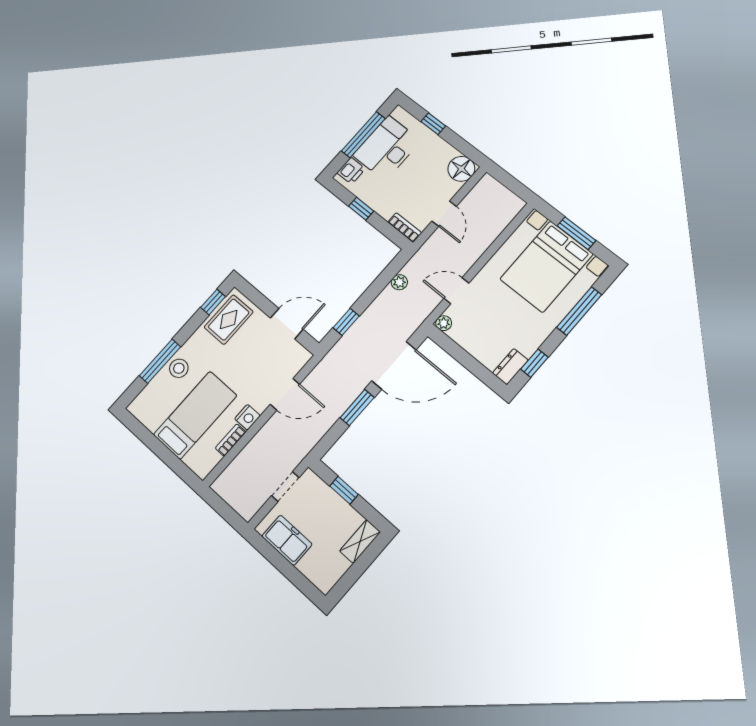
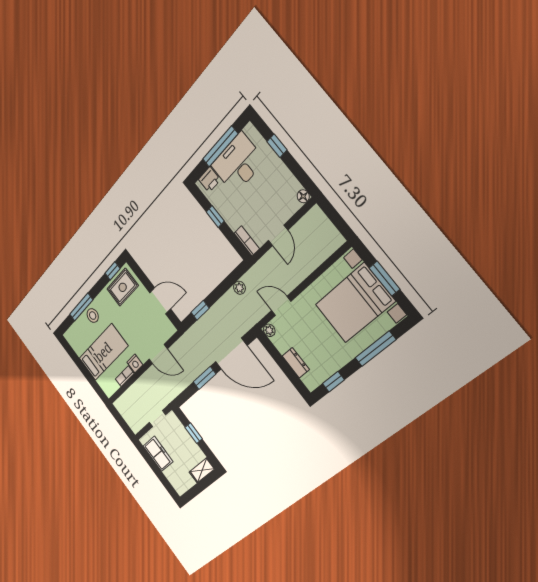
floor lamp: (461, 169) -> (303, 196), width x0.53, depth x0.53
dresser: (510, 367) -> (296, 363), moved, turned 90

